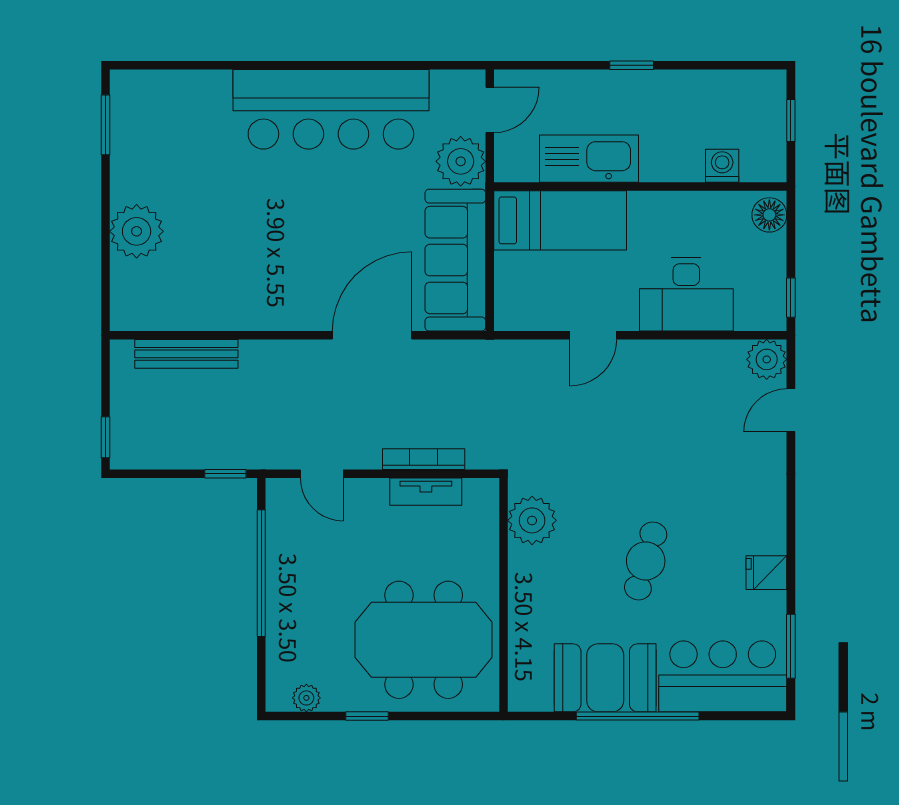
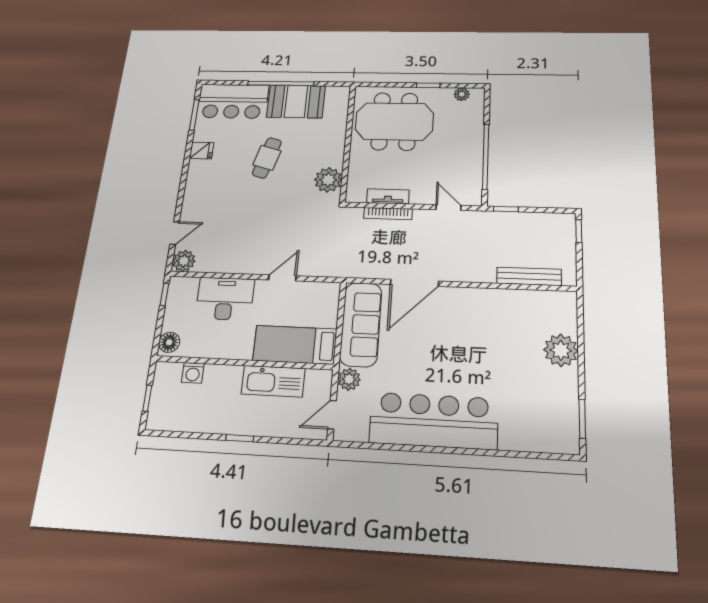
plant: (461, 161) -> (349, 379), width x0.73, depth x0.73

